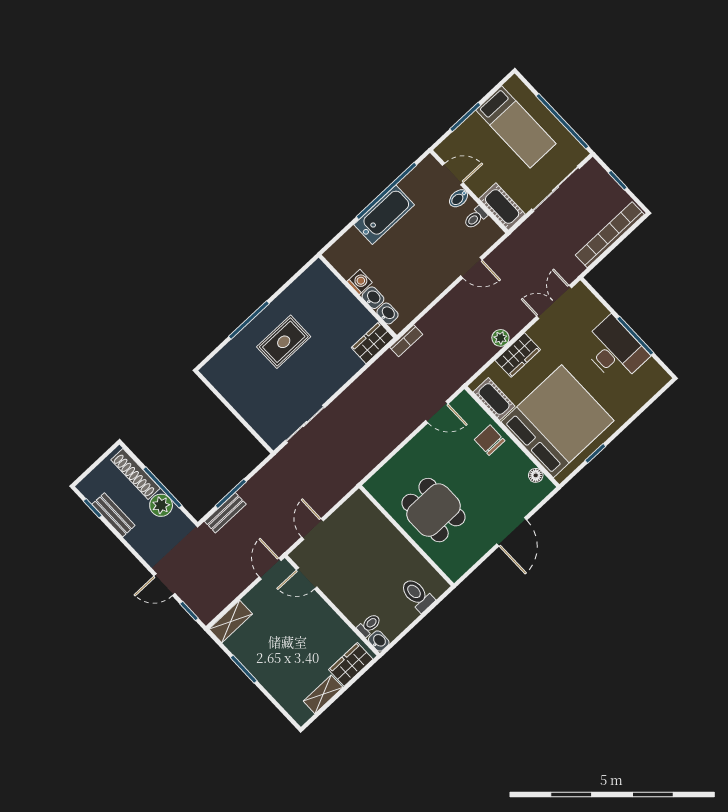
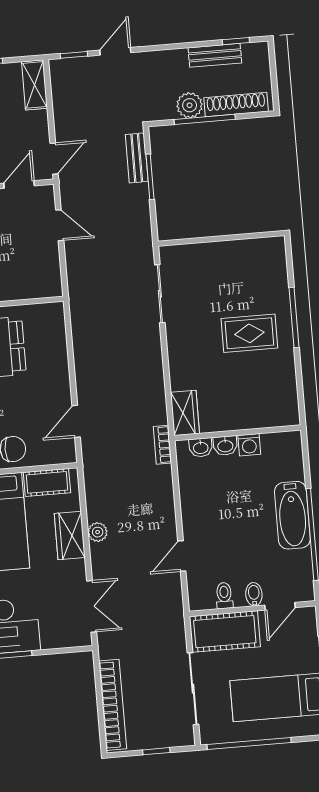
cot: (502, 207) -> (225, 632), width x1.37, depth x1.34
rug: (284, 342) -> (249, 333), turned 90
door: (270, 569) -> (54, 159), hinge flipped

